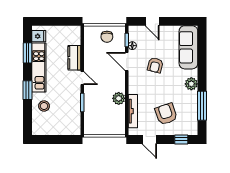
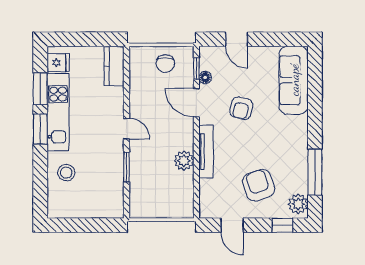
kitchen counter: (74, 58) -> (114, 66), moved
plant: (191, 84) -> (298, 204), moved
window: (28, 90) -> (40, 129), moved
tv unit: (133, 111) -> (206, 152), moved

